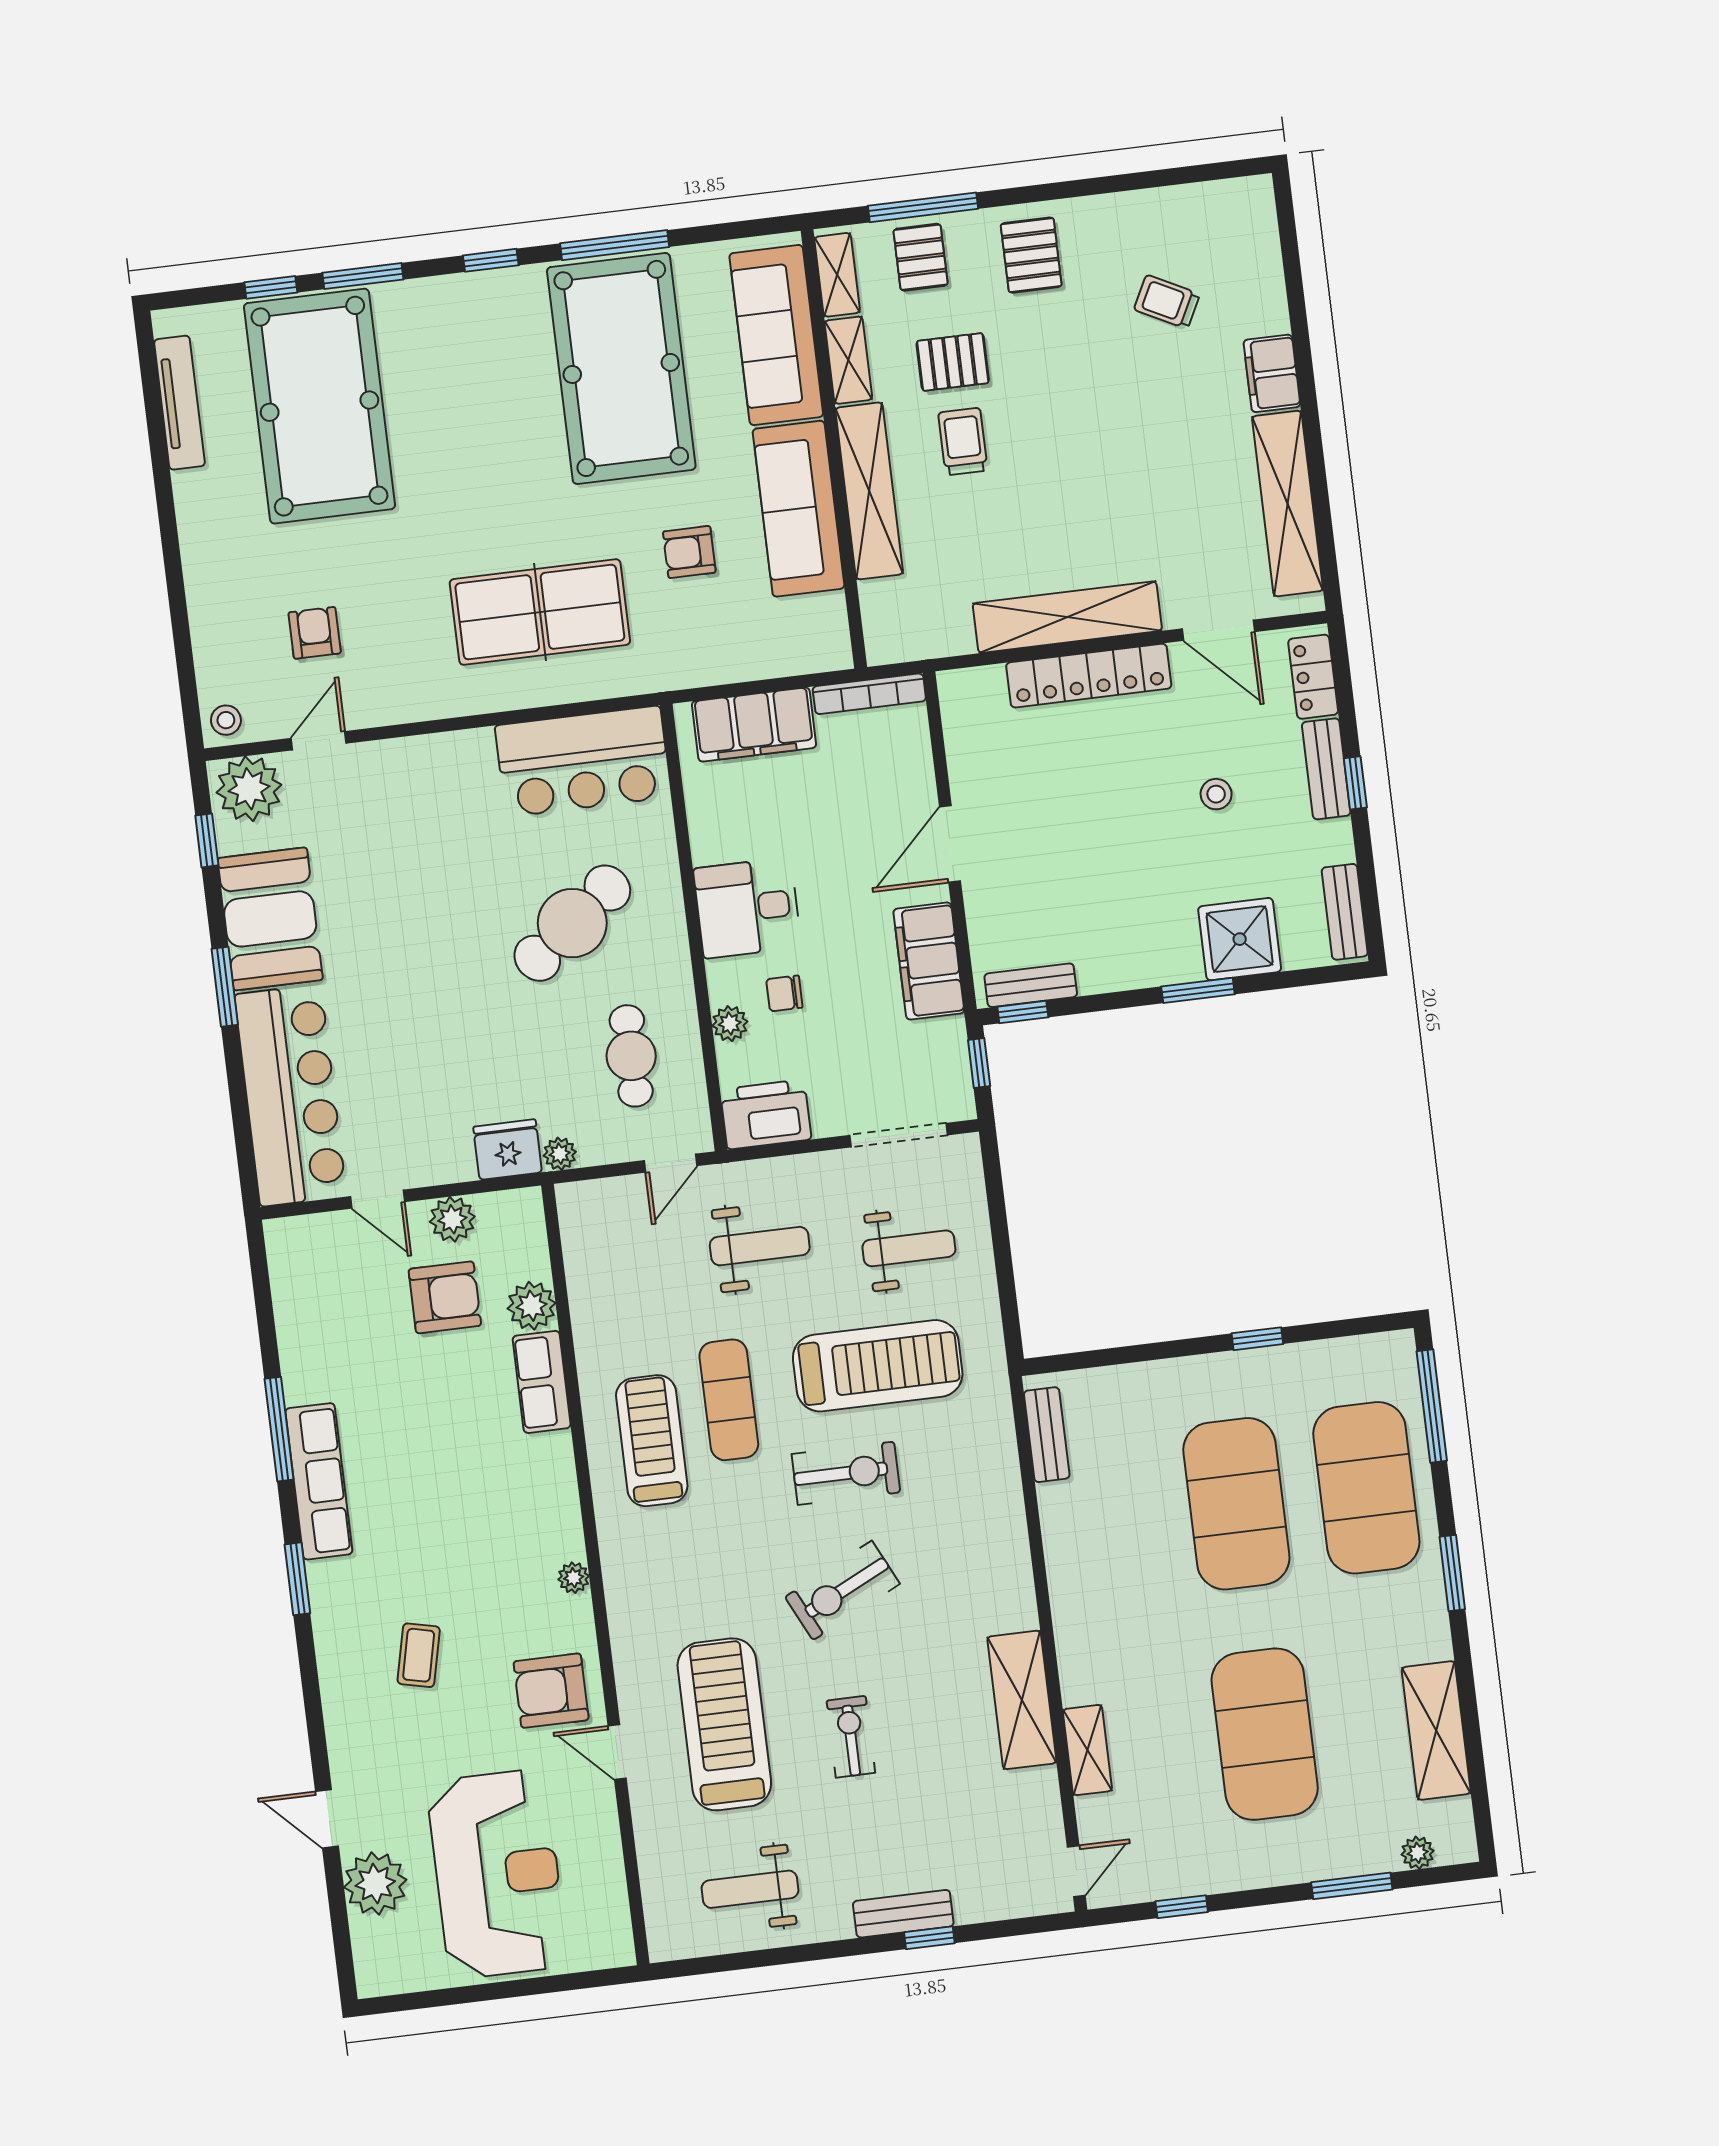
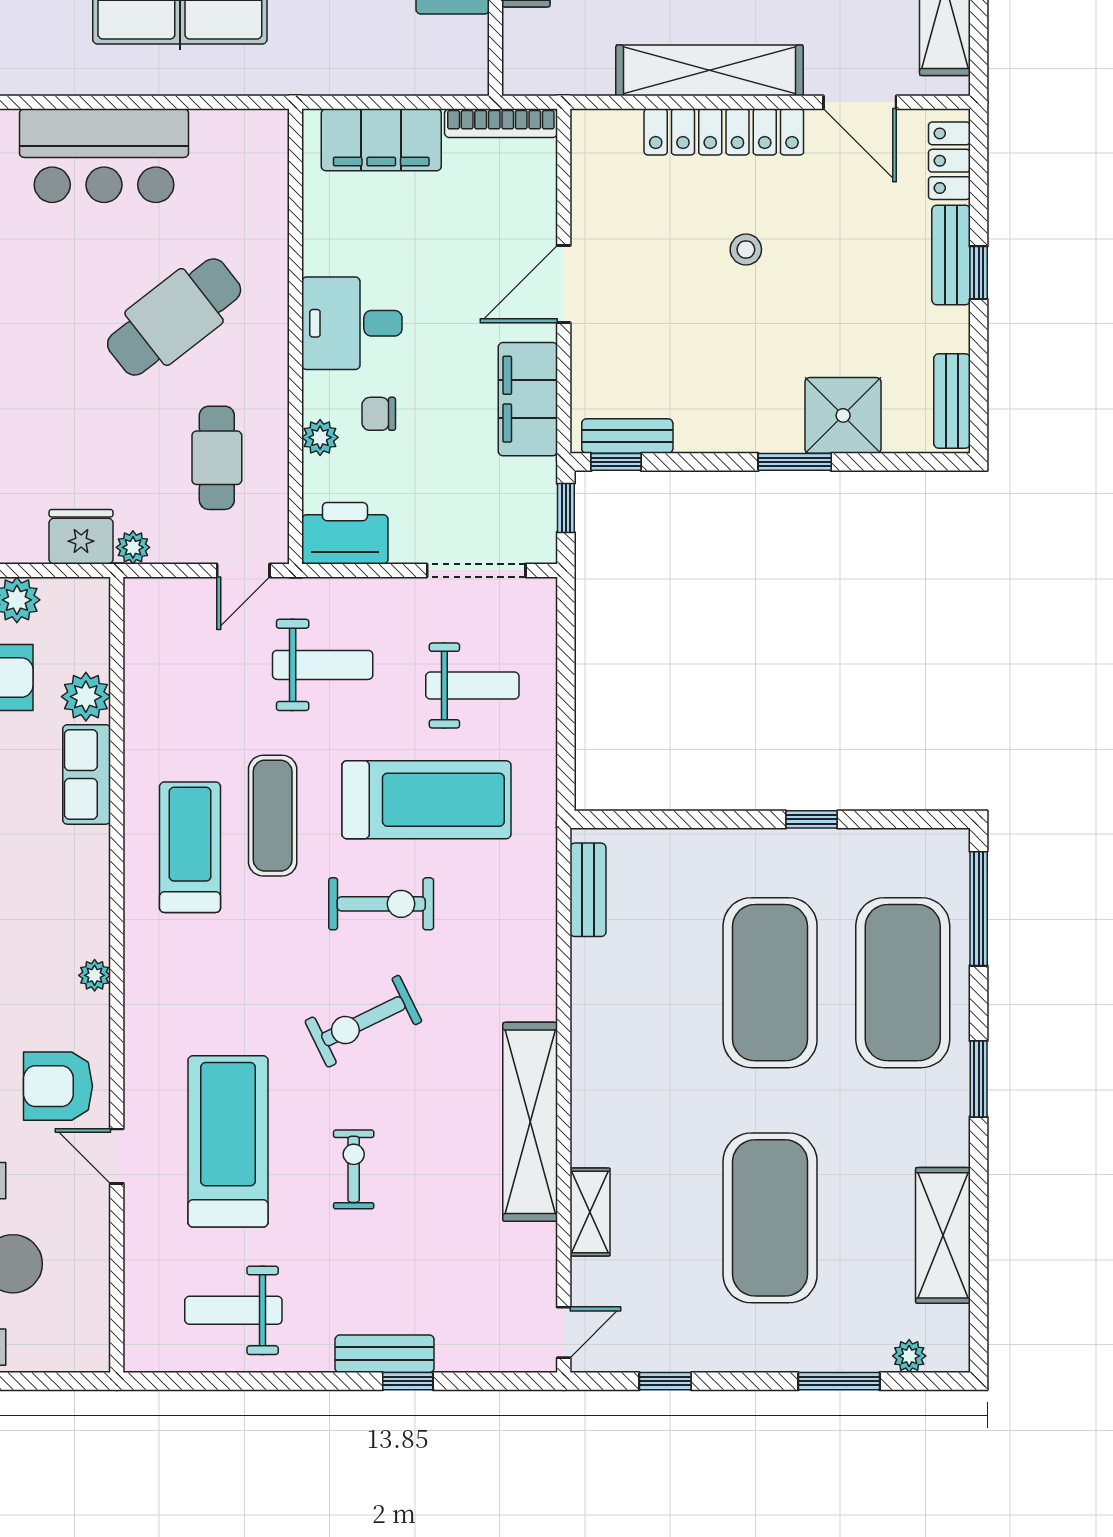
bar counter: (583, 761) -> (104, 156), moved
stool: (1216, 794) -> (746, 249), moved
shelving: (1022, 1700) -> (530, 1122), width x1.47

